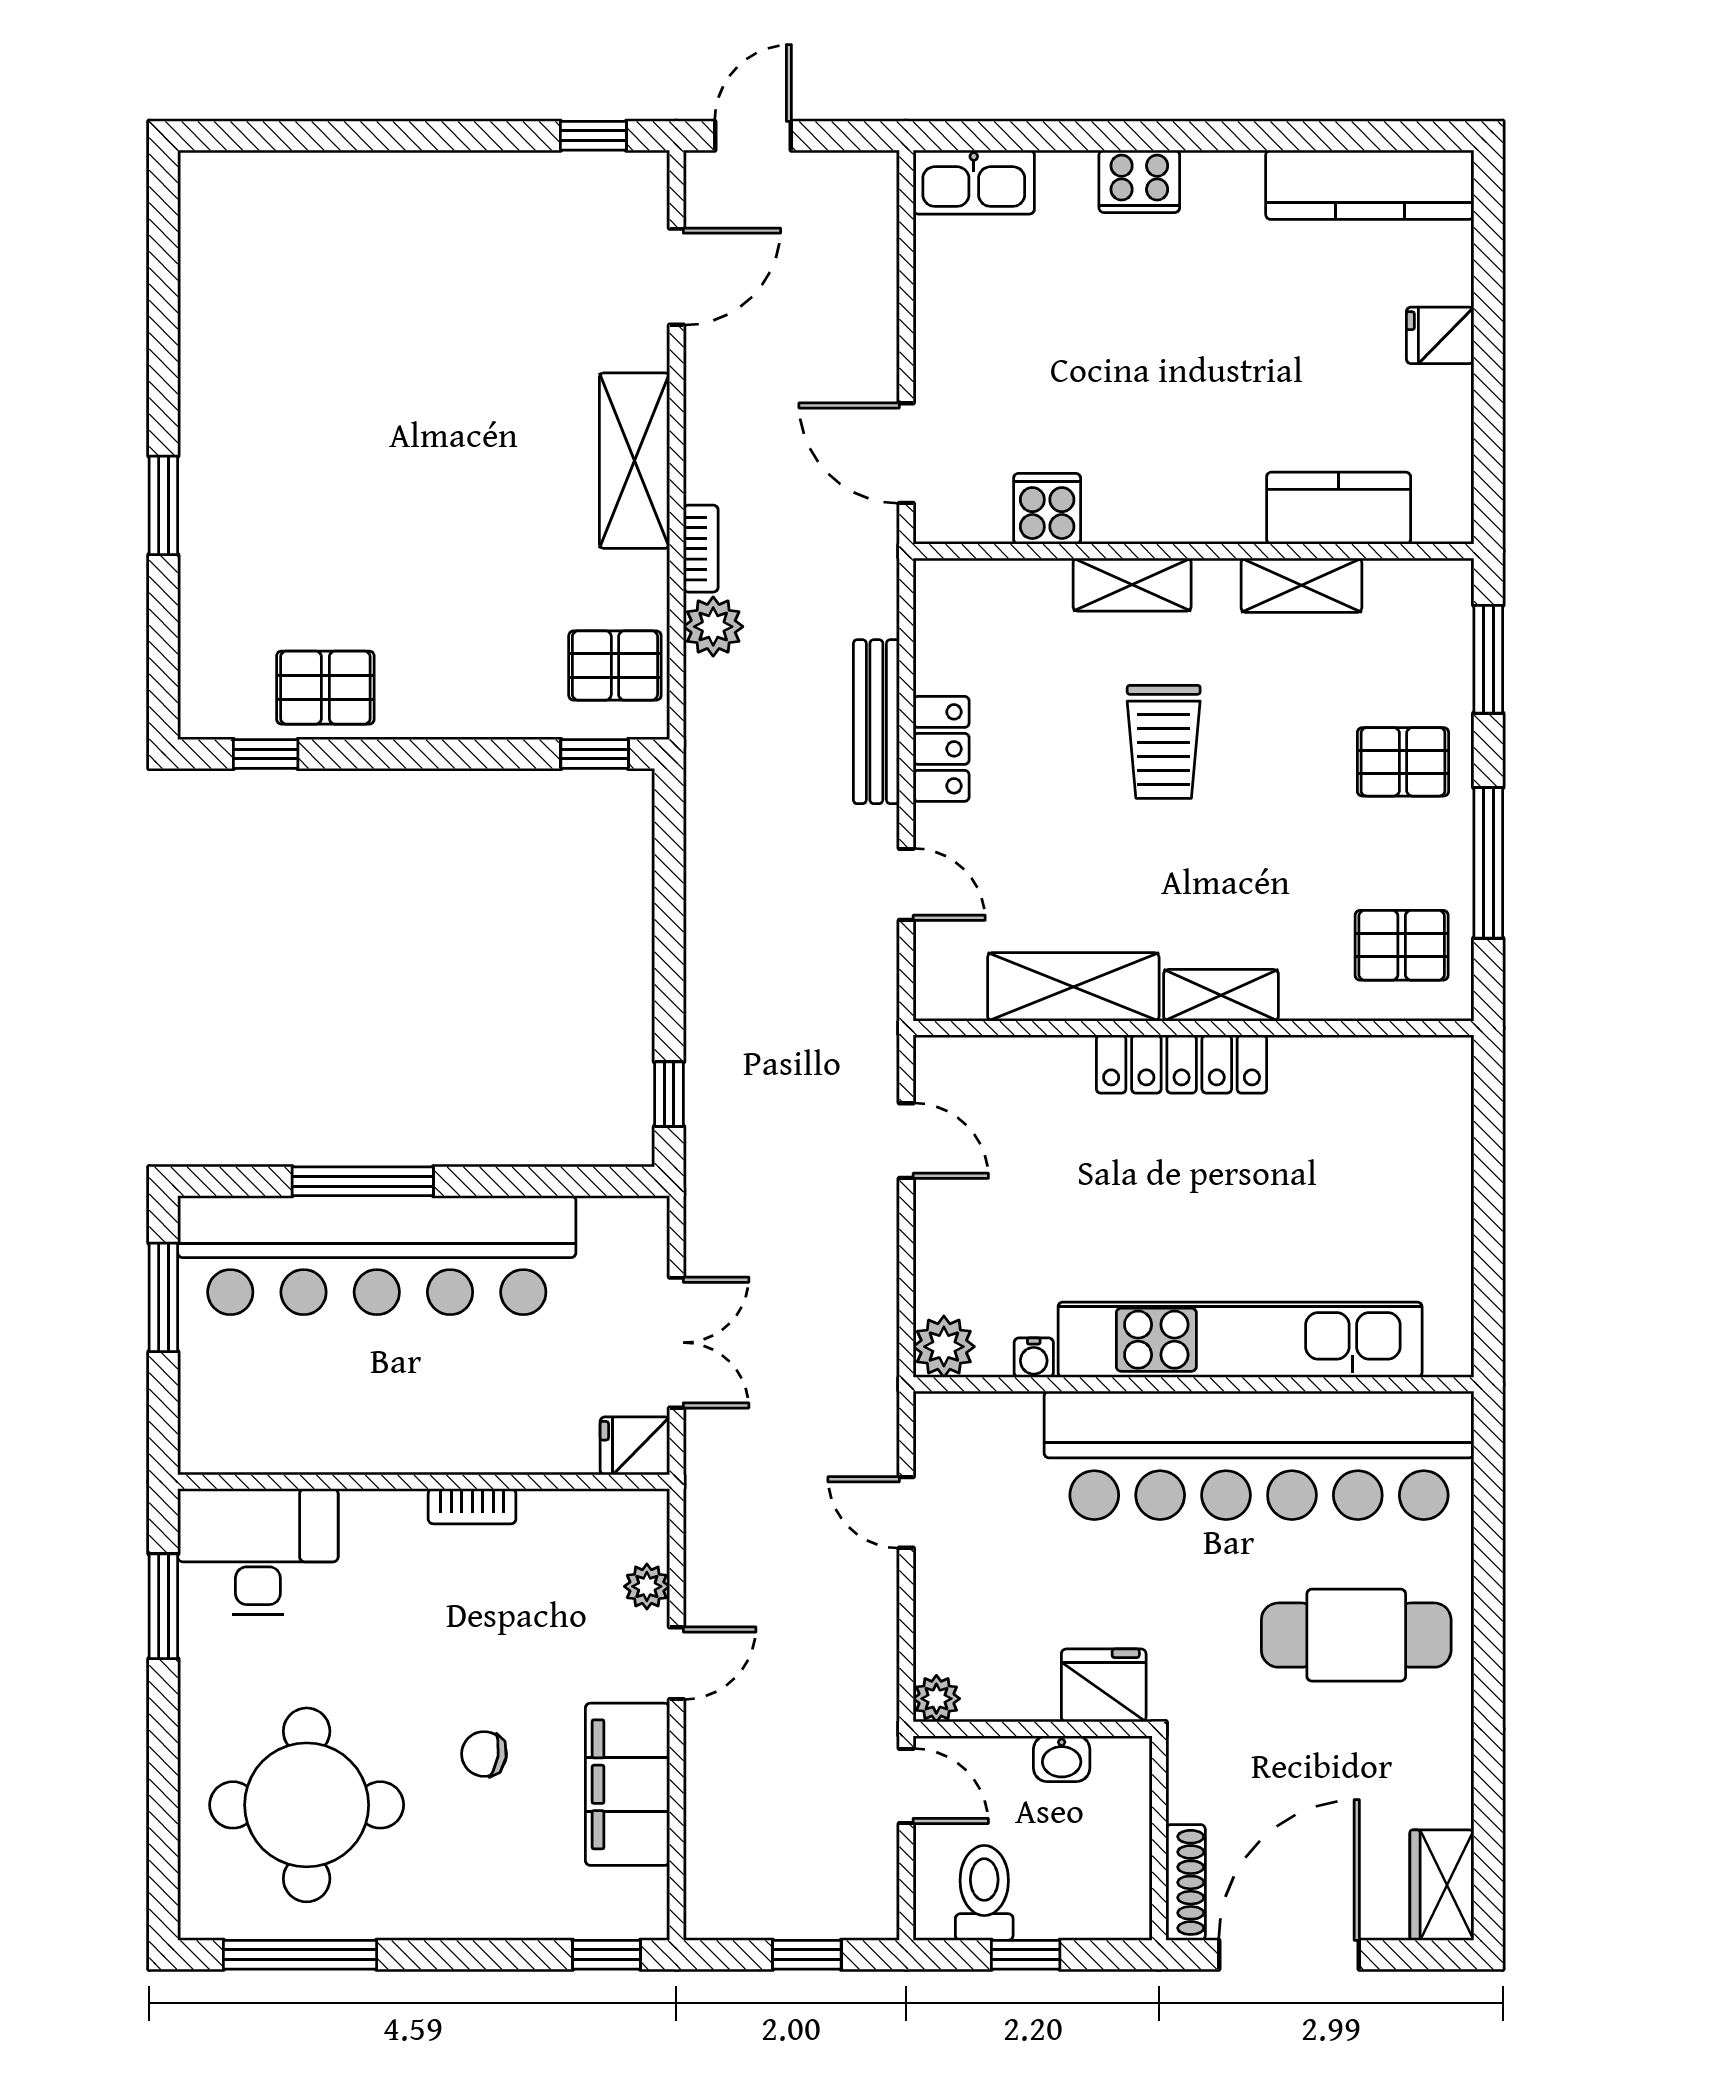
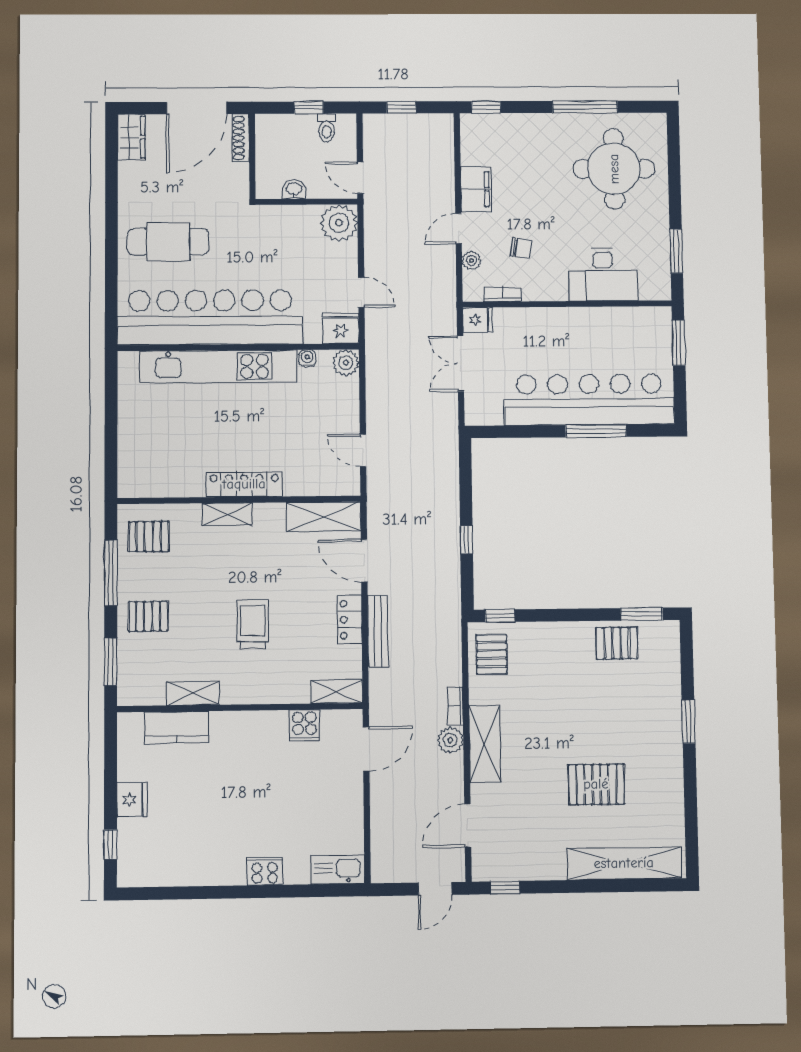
kitchen counter: (1370, 185) -> (163, 871), removed
shelving: (319, 186) -> (624, 863), added
window: (1488, 246) -> (110, 845), added
fridge: (1440, 335) -> (132, 800), width x1.38
pallet: (379, 365) -> (596, 784), added
door: (906, 453) -> (366, 749), hinge flipped
shelving: (1132, 585) -> (337, 692), moved
plant: (713, 627) -> (450, 740), moved
pallet: (615, 666) -> (492, 654), turned 90
window: (266, 754) -> (642, 614), width x1.50
door: (906, 884) -> (364, 561), width x1.38
shelving: (1073, 987) -> (324, 517), moved
window: (669, 1094) -> (466, 540), moved
window: (163, 1297) -> (679, 343), moved
bookcase: (472, 1506) -> (502, 294), moved
desk: (258, 1552) -> (603, 274), moved
fridge: (1104, 1685) -> (341, 328), moved, turned 180
plant: (936, 1699) -> (339, 223), width x1.88, depth x1.88
chair: (484, 1754) -> (521, 248), moved
filing cabinet: (627, 1784) -> (476, 189), width x0.67, depth x0.86
toilet: (984, 1893) -> (326, 128), width x0.73, depth x0.72
window: (300, 1955) -> (585, 107), moved

